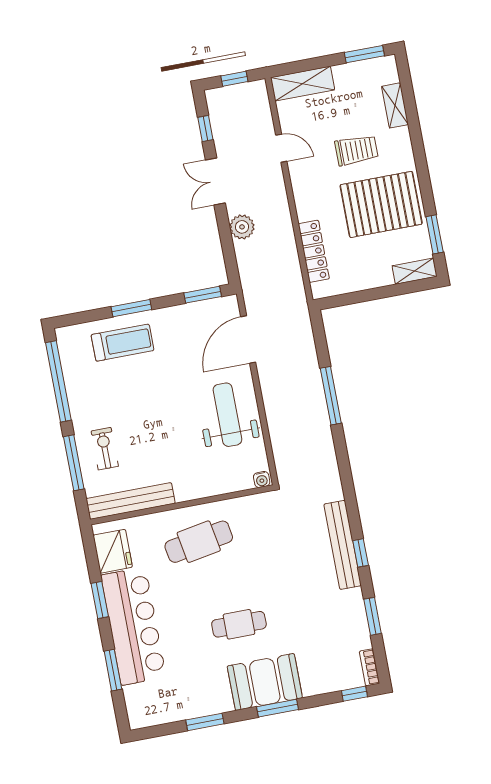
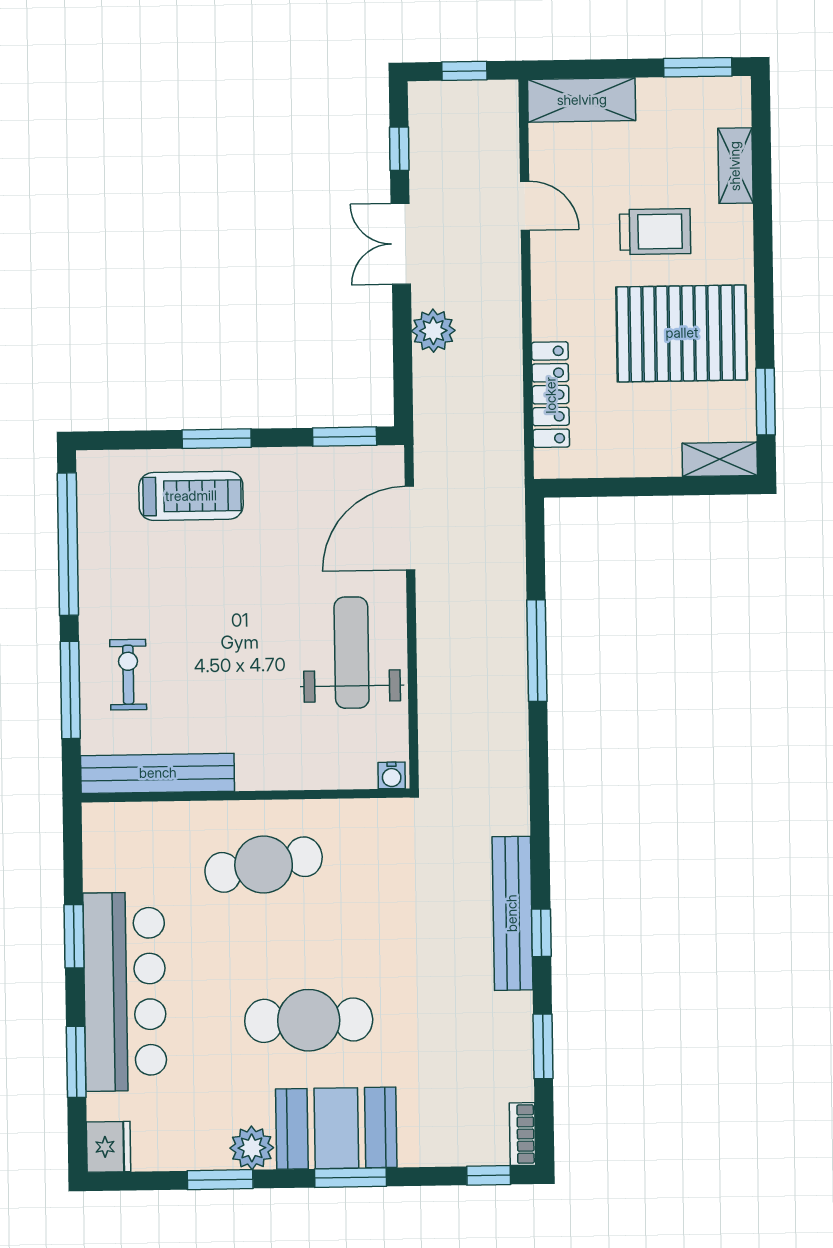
fridge: (113, 551) -> (108, 1147), moved, width x0.73, depth x0.75
cafe table: (239, 624) -> (309, 1020), width x1.37, depth x1.35
plant: (219, 701) -> (252, 1148), added

